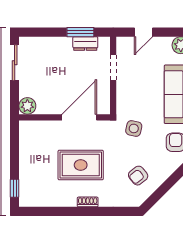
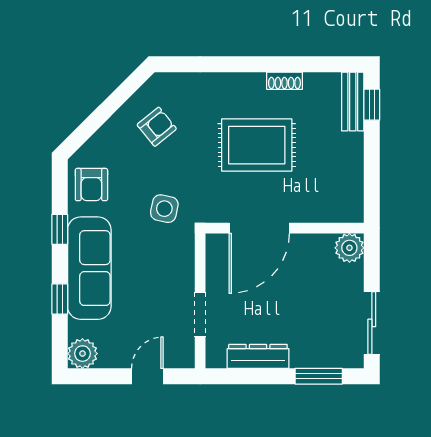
window: (80, 32) -> (319, 376), moved
dresser: (85, 44) -> (258, 356), width x1.44
bench: (25, 190) -> (353, 101), added
shoe rack: (88, 202) -> (284, 81), moved

